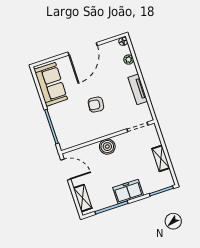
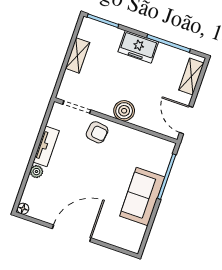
plant: (129, 60) -> (36, 172), moved
sofa: (51, 84) -> (142, 197), moved
armchair: (96, 105) -> (97, 132), moved

